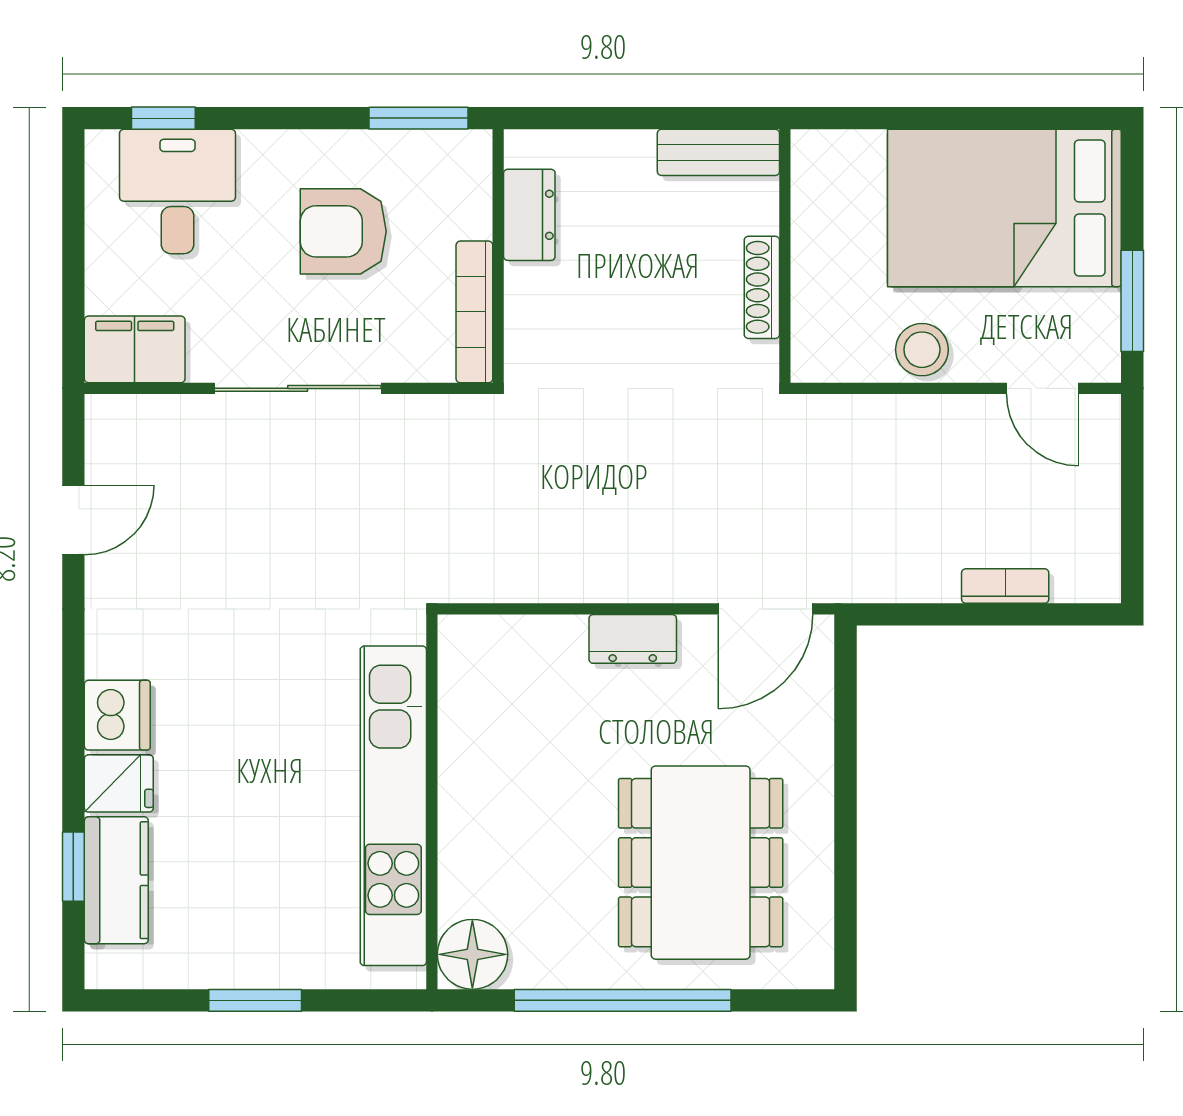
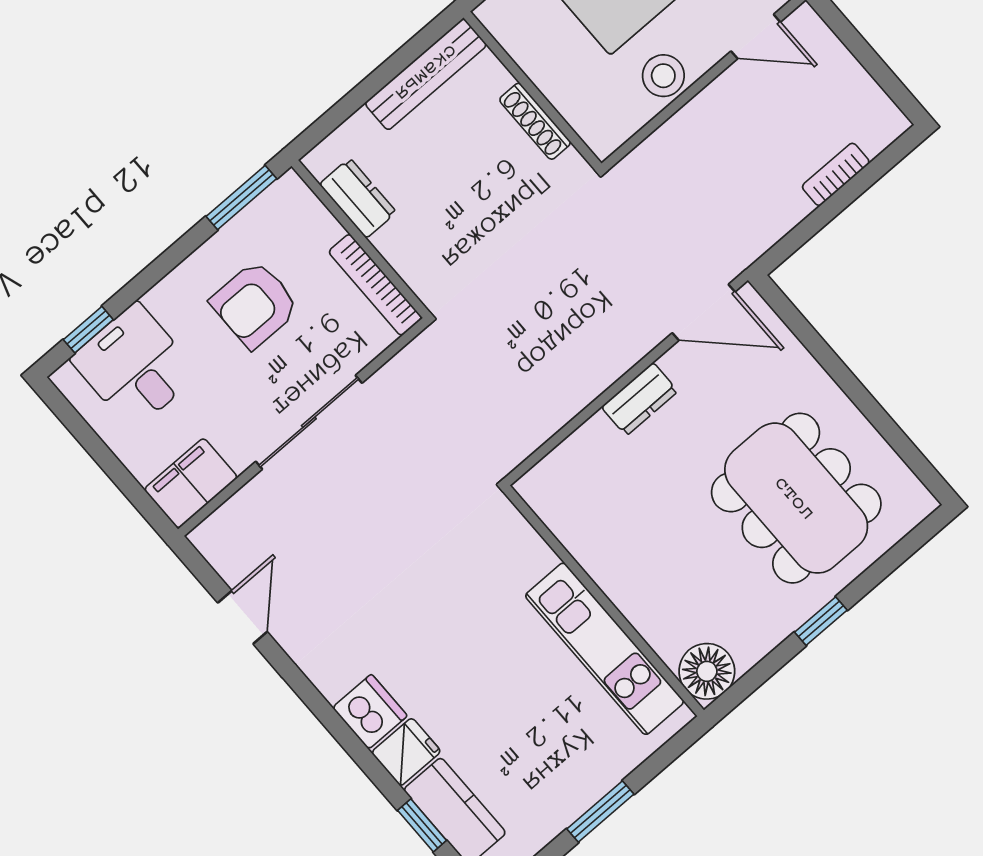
bench: (718, 152) -> (426, 74), width x1.36
door: (765, 609) -> (704, 312), hinge flipped
kitchen unit: (393, 806) -> (604, 649), width x0.73
window: (623, 1000) -> (821, 621), width x0.32

